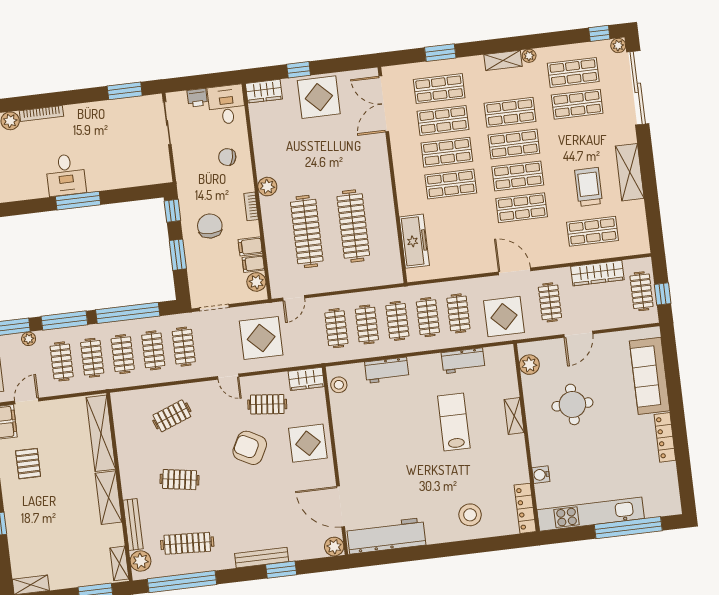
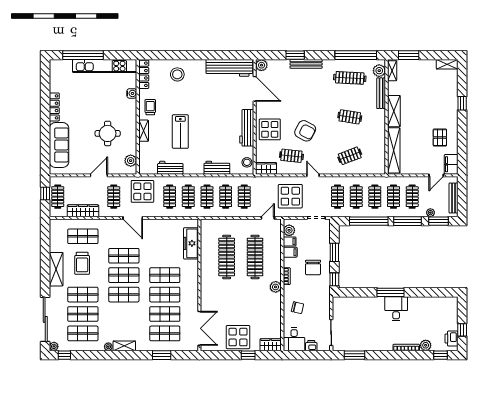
shop shelf: (510, 112) -> (83, 295), moved
workbench: (346, 441) -> (247, 128), added
trolley: (508, 456) -> (150, 107), added

